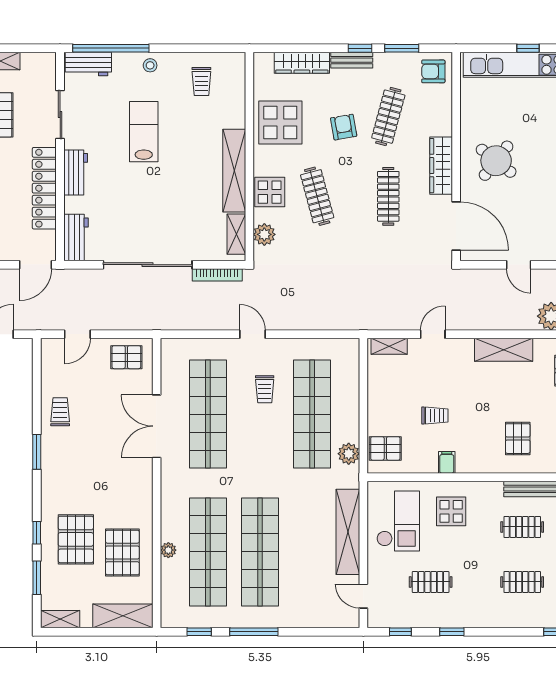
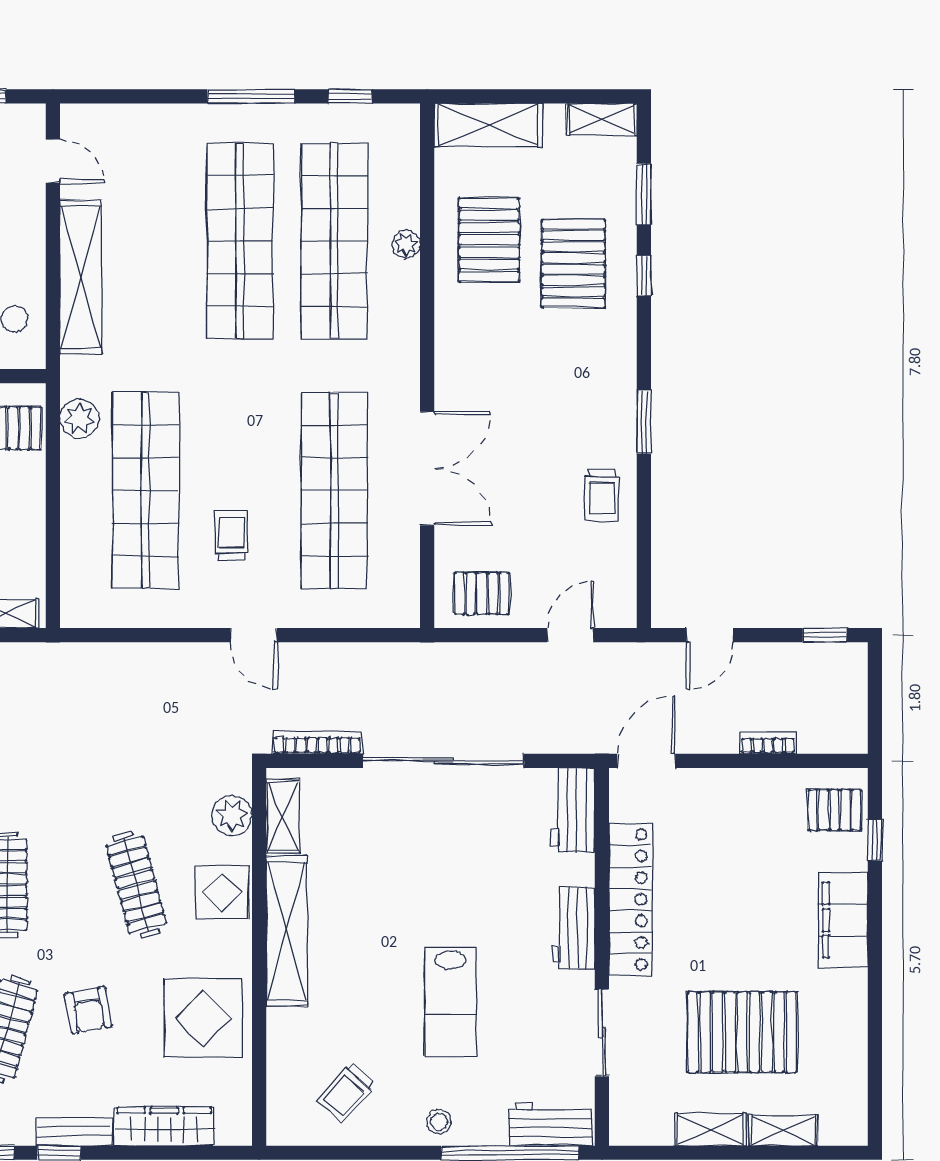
trolley: (201, 81) -> (346, 1093), turned -139

